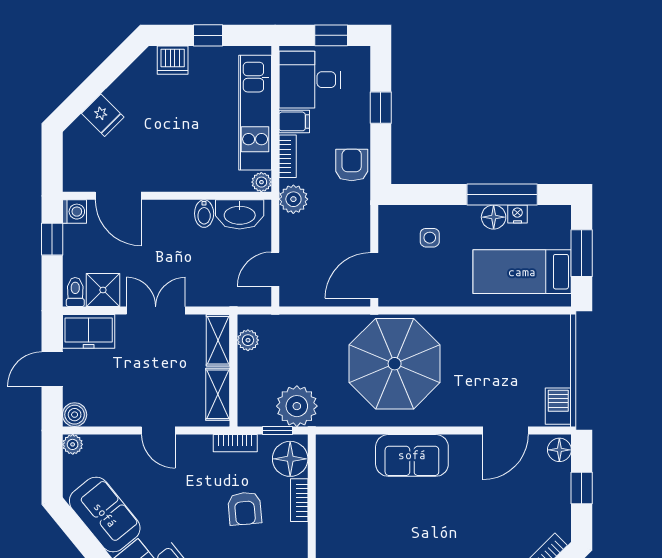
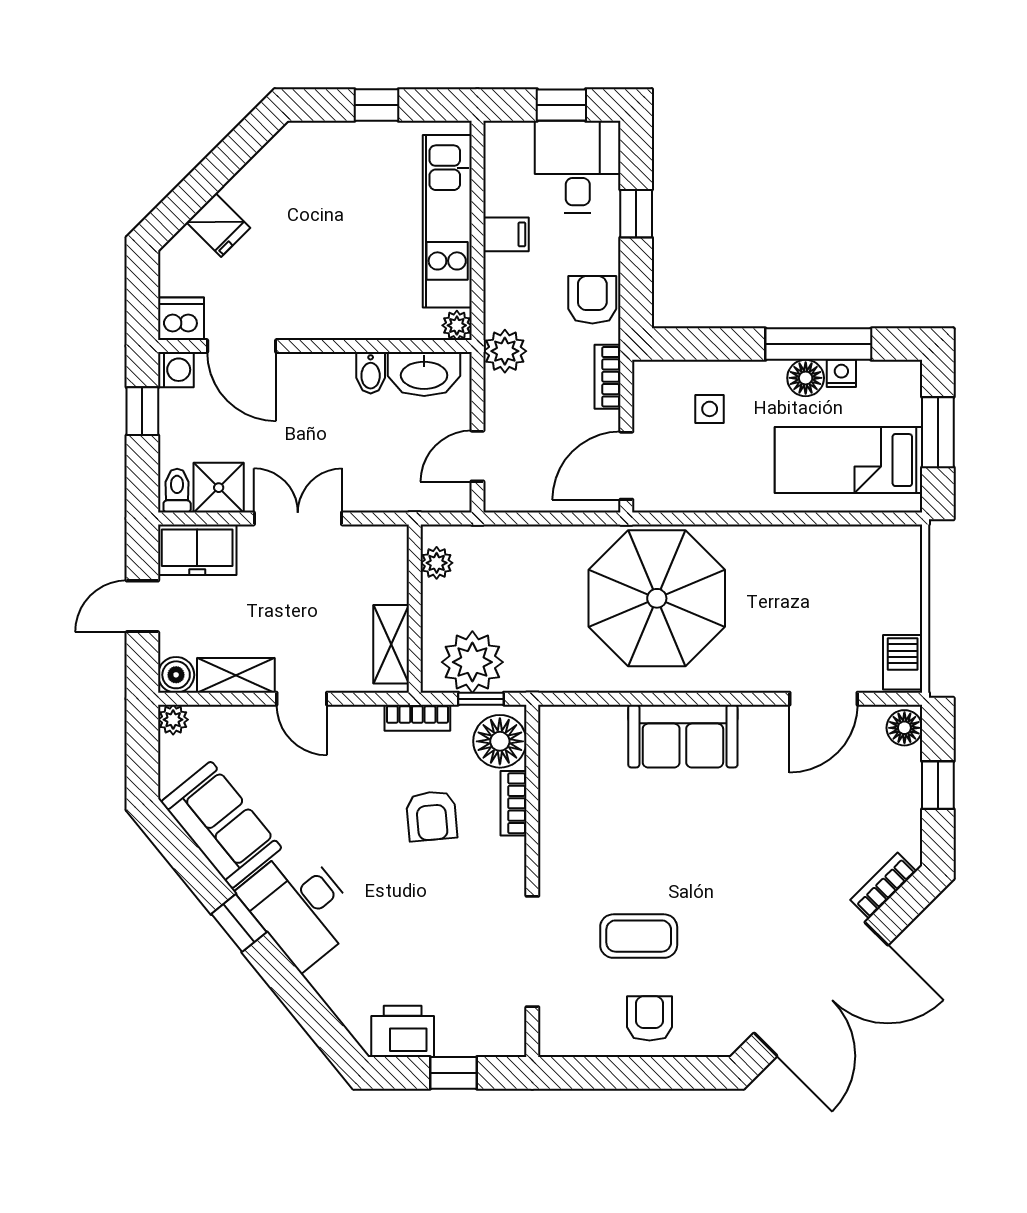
dishwasher: (173, 60) -> (181, 319), moved, turned 180
desk: (310, 80) -> (578, 167), moved, turned 90
bookcase: (288, 156) -> (608, 377), moved, turned 180
shelving: (218, 340) -> (236, 675), moved, turned 90
plant: (297, 406) -> (472, 662), moved

